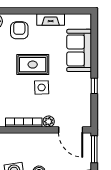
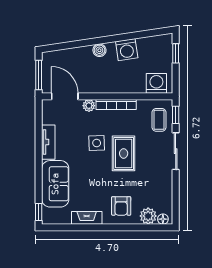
rug: (33, 65) -> (124, 153), moved, turned 90
window: (94, 86) -> (39, 212), moved
tv unit: (86, 88) -> (48, 142), added

